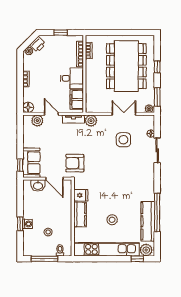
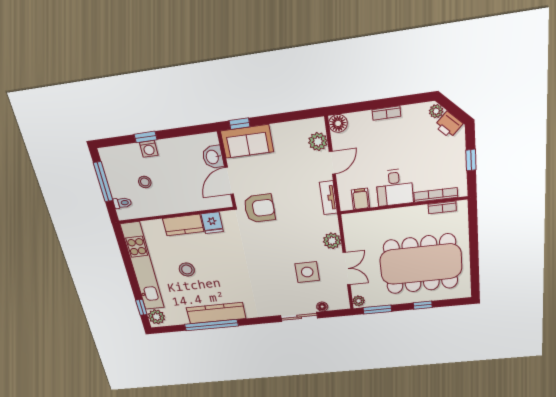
filing cabinet: (77, 100) -> (361, 199), width x0.50
plant: (91, 121) -> (332, 241), moved
armchair: (75, 163) -> (259, 208), turned 90
kitchen counter: (148, 221) -> (216, 313), moved

